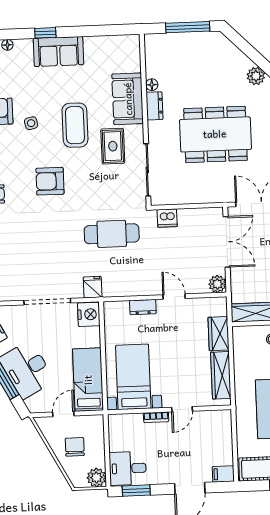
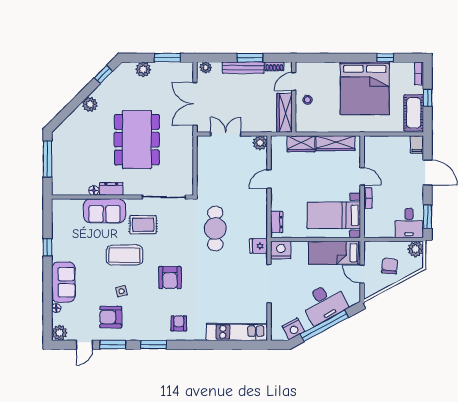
window: (45, 33) -> (47, 247), moved
sofa: (58, 52) -> (63, 282), moved
dishwasher: (167, 218) -> (204, 182), removed
double door: (227, 242) -> (226, 134), width x0.73
dresser: (143, 307) -> (277, 222), moved
chair: (75, 447) -> (390, 266), turned 96

